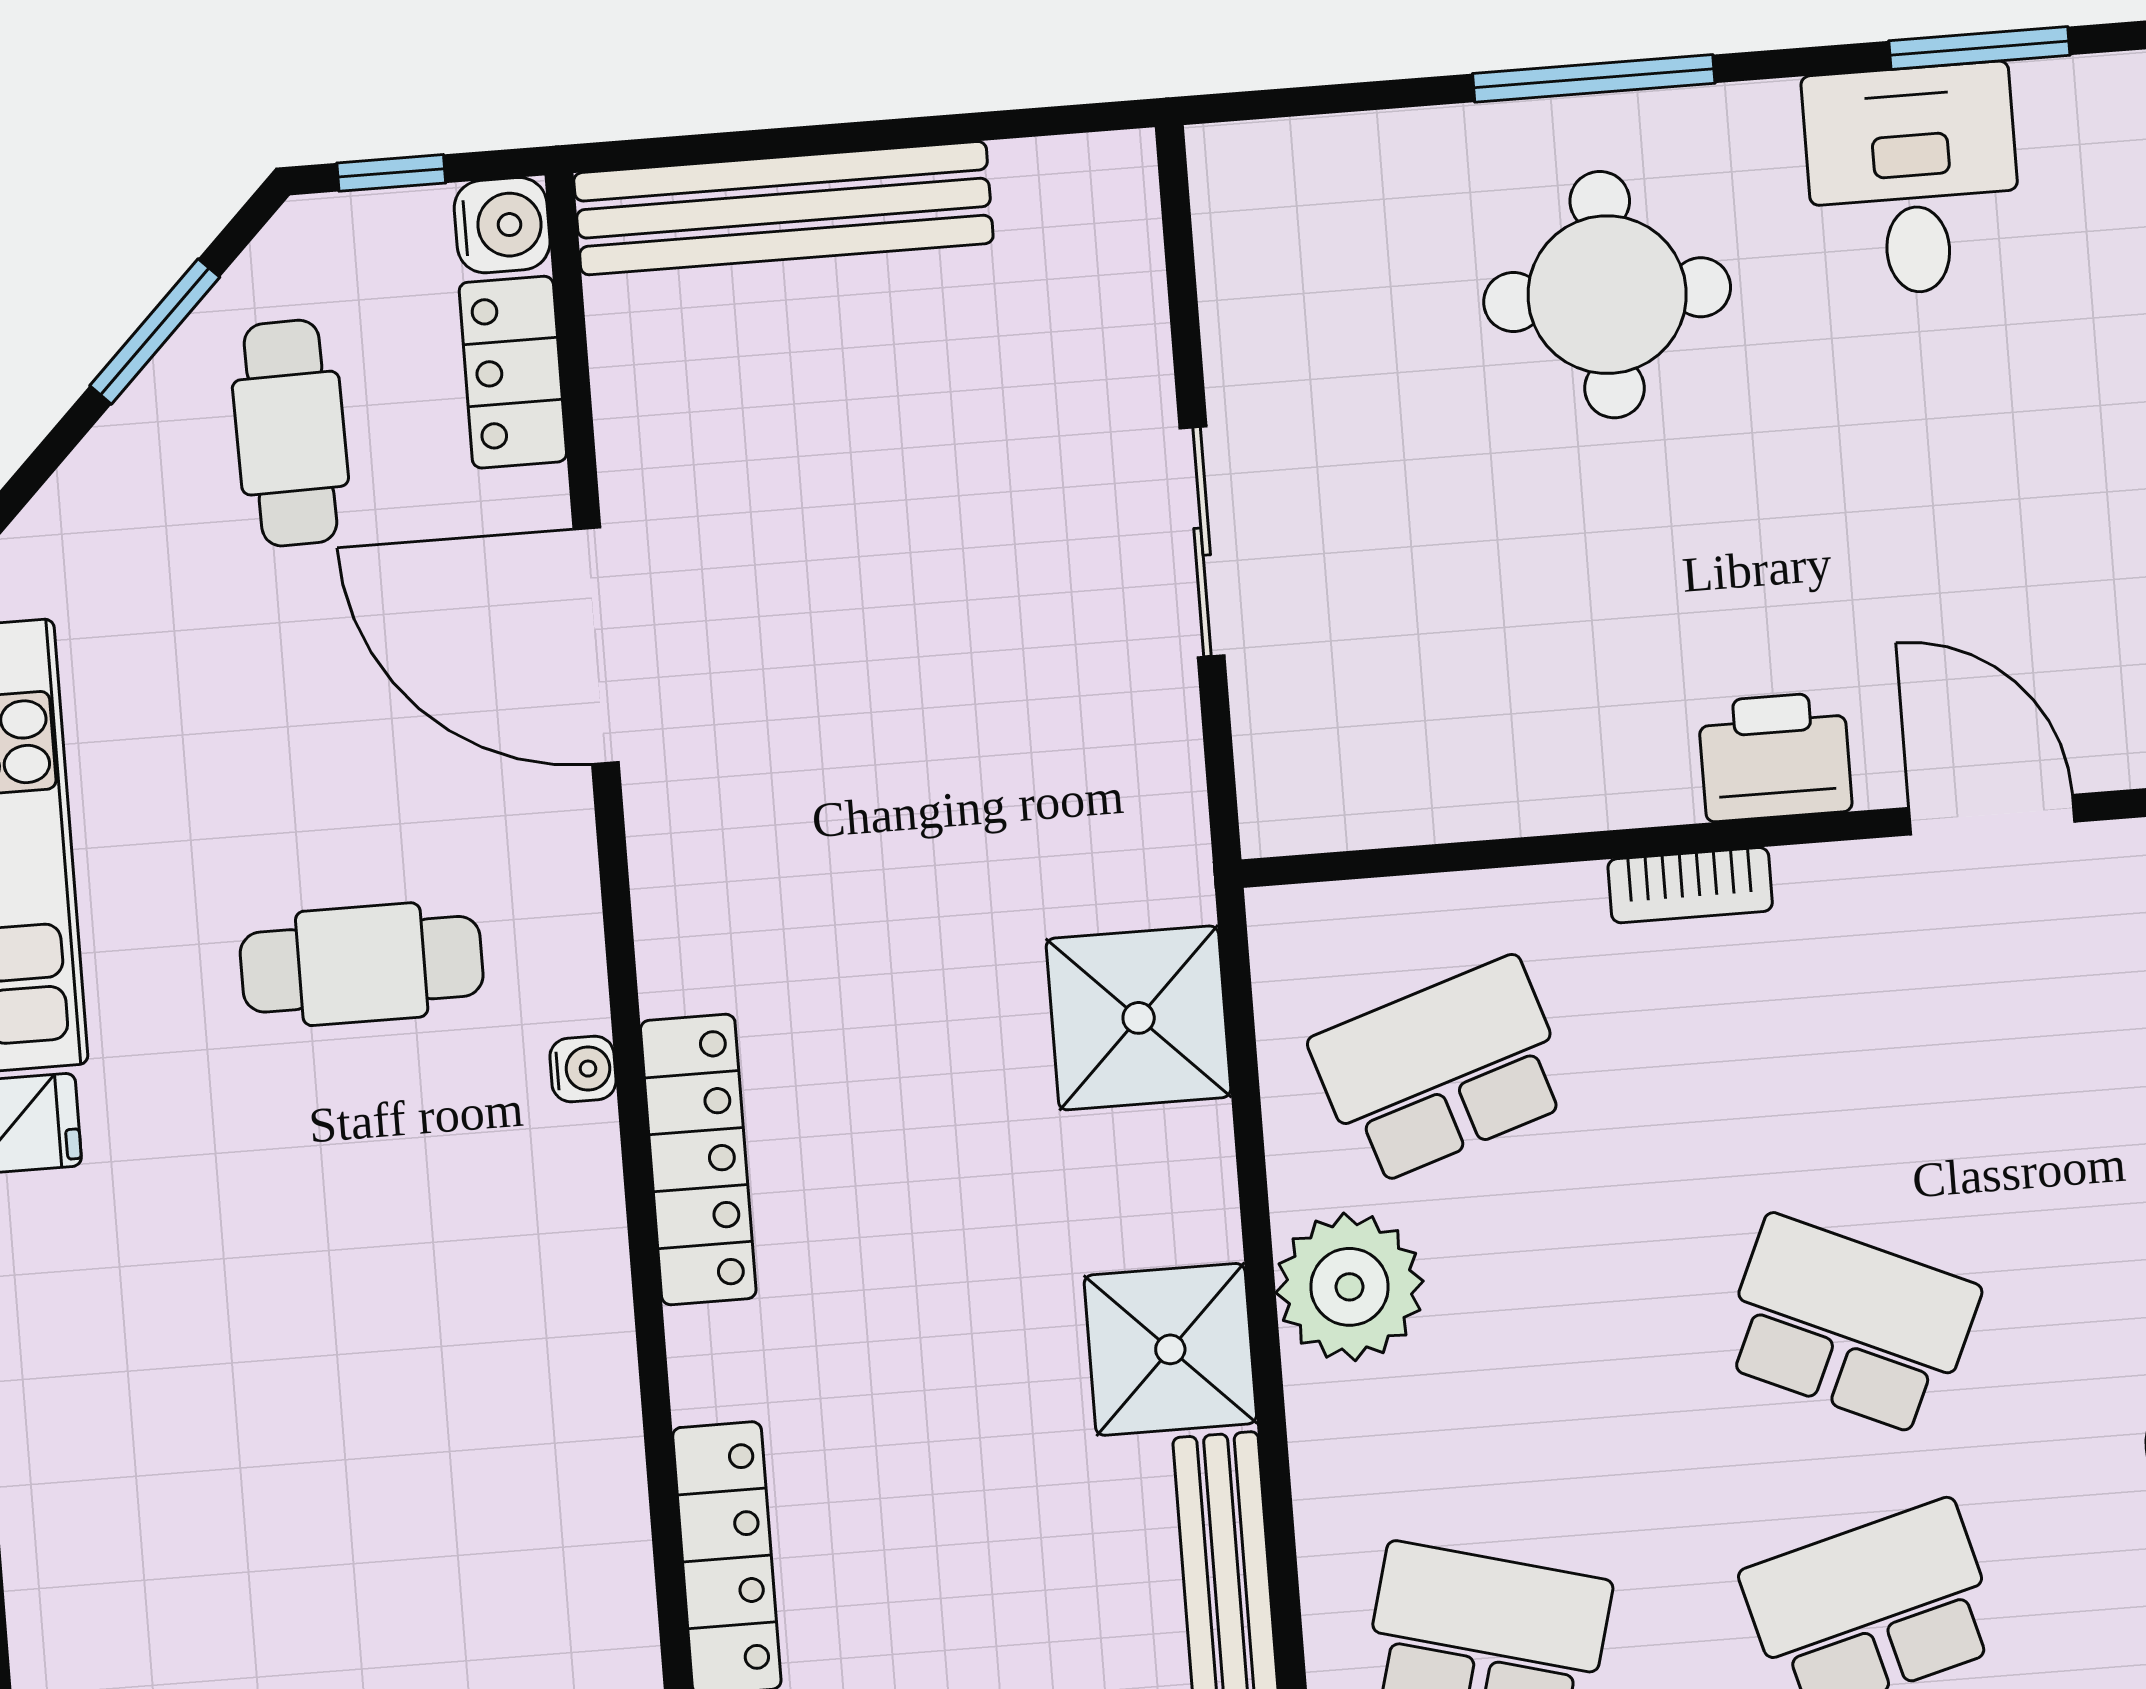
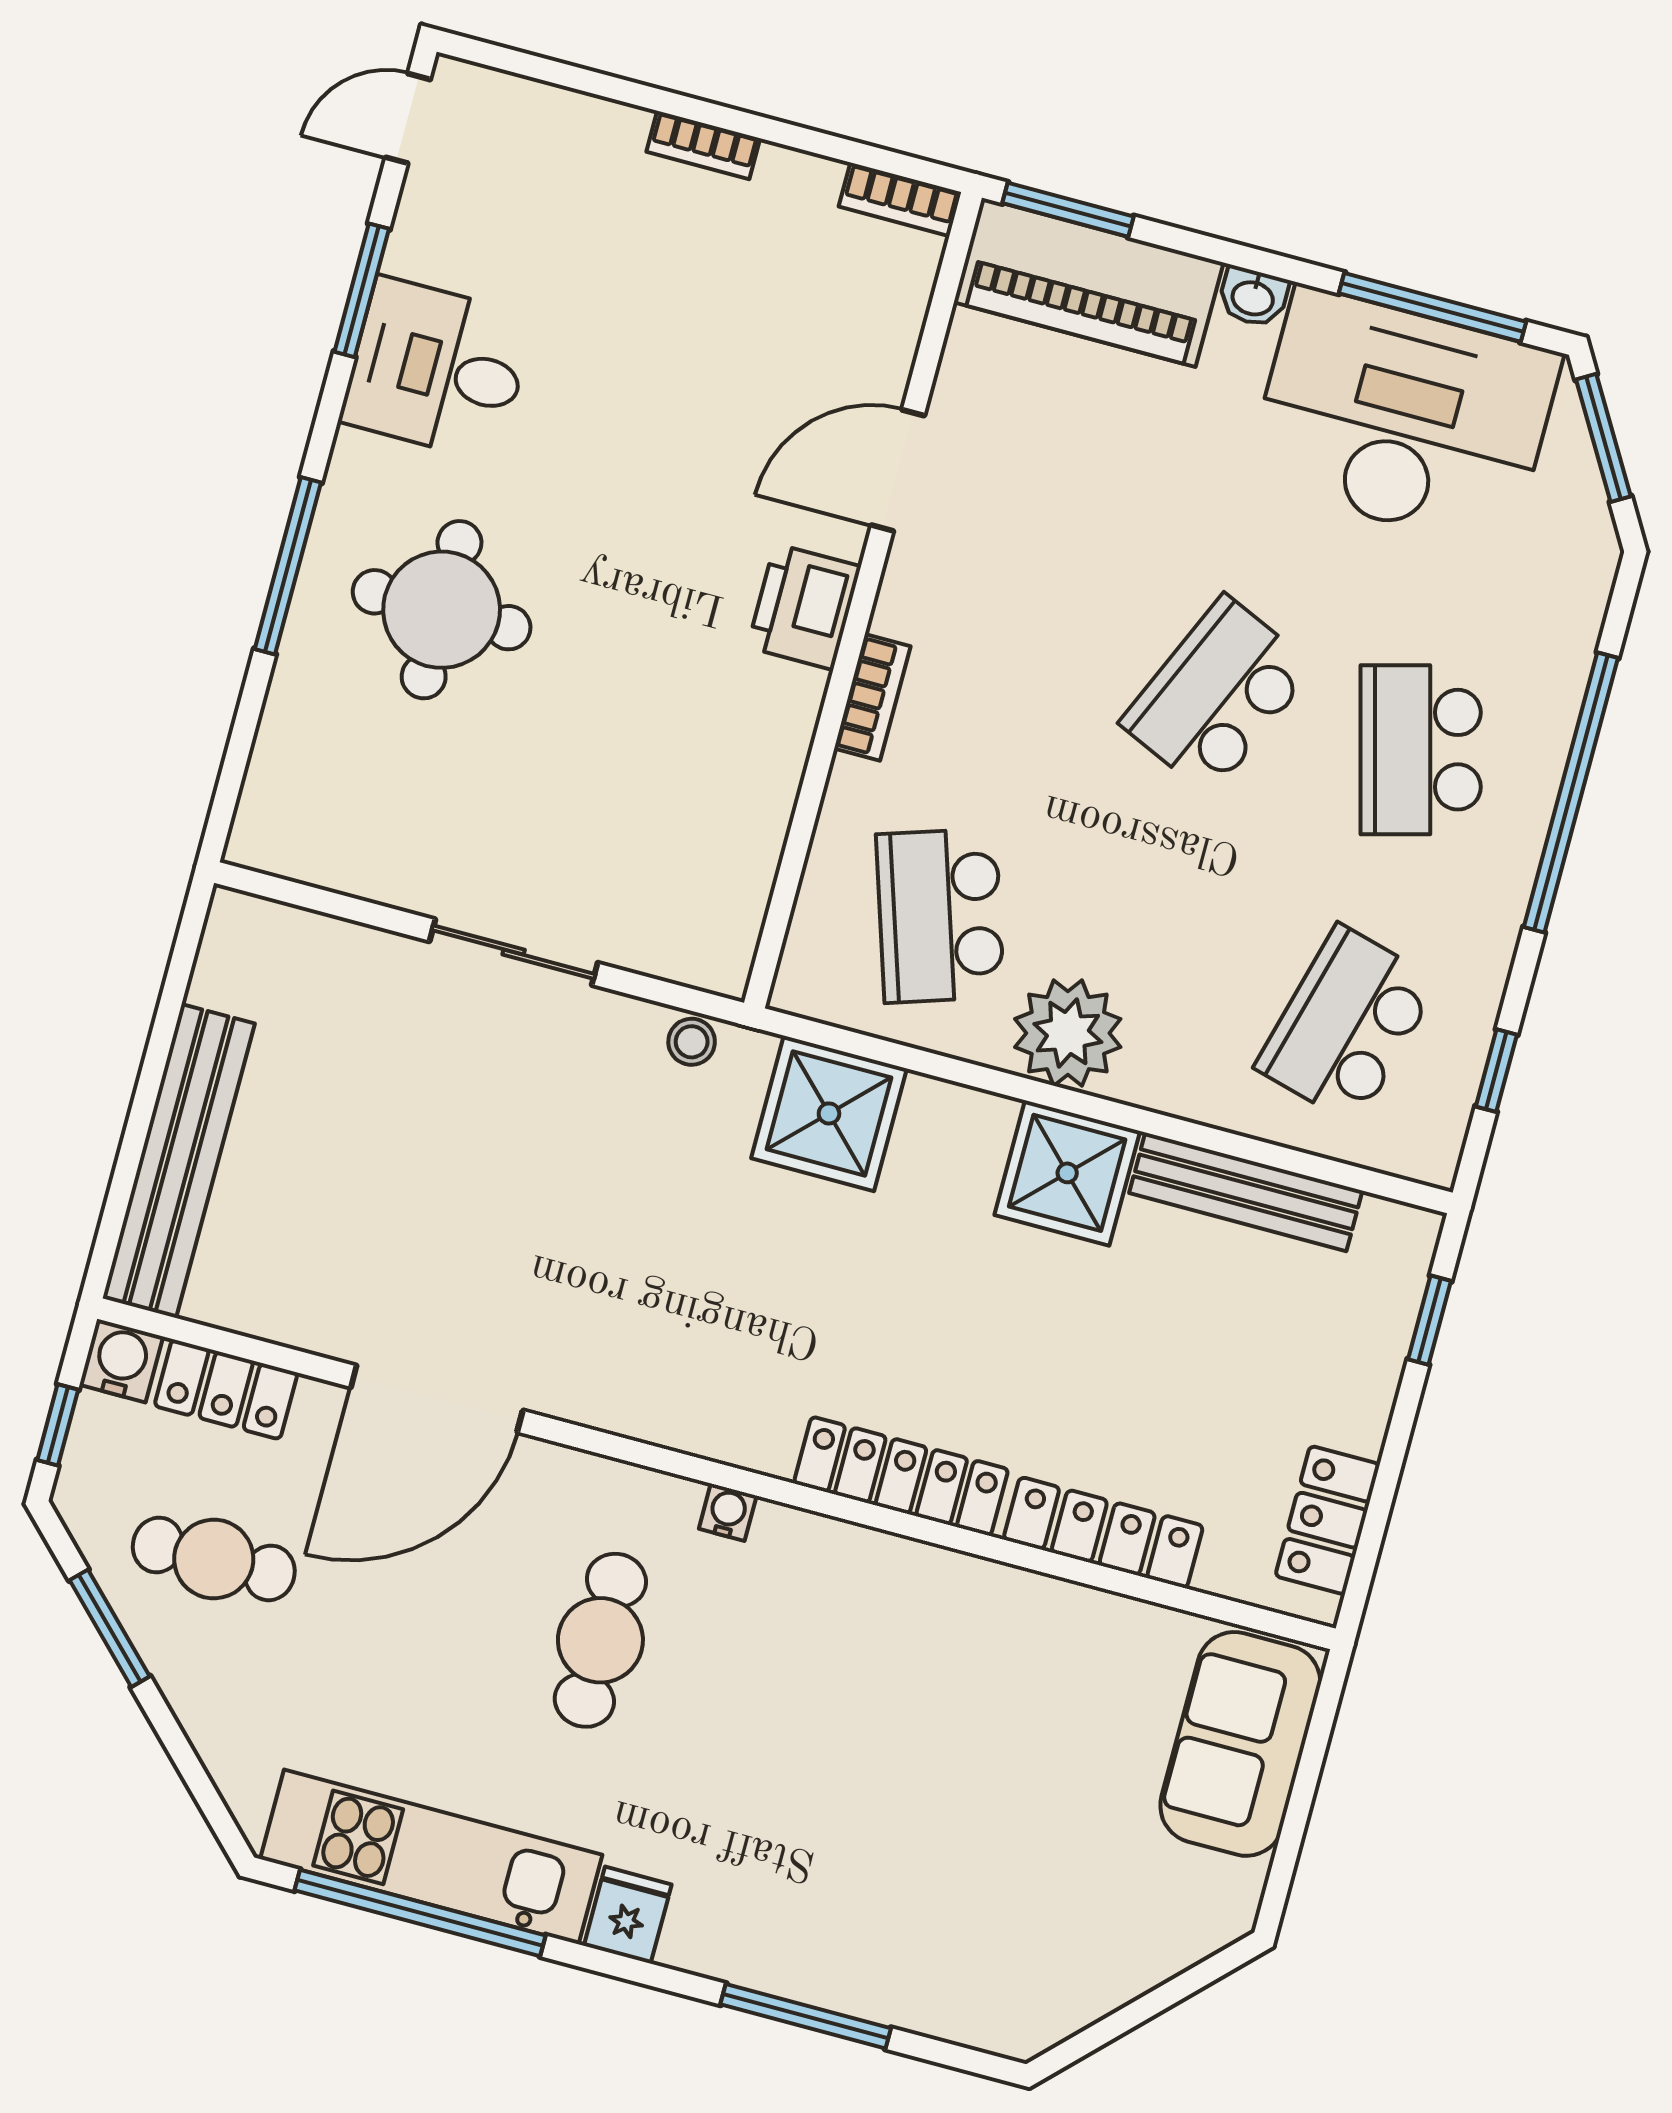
stool: (1168, 810) -> (692, 1042), added
locker: (698, 1160) -> (901, 1476), moved

